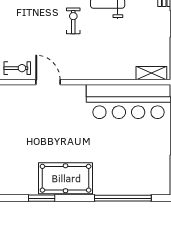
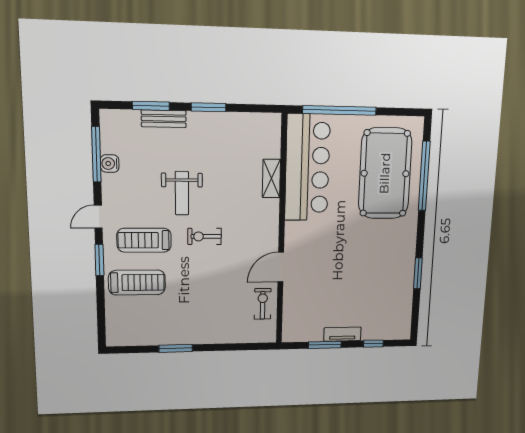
shelving: (151, 73) -> (271, 178), moved
pool table: (66, 178) -> (385, 173), moved, width x1.36, depth x1.32

